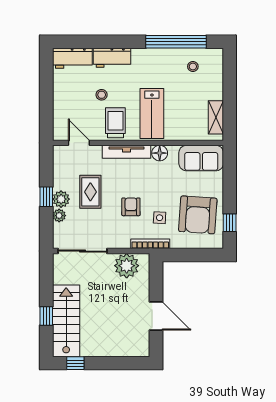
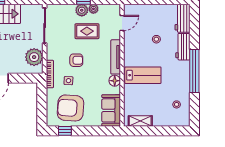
window: (176, 42) -> (194, 71), moved
lab bench: (152, 114) -> (143, 75), turned 180
trolley: (115, 123) -> (136, 49), removed
plant: (59, 216) -> (93, 9), moved

